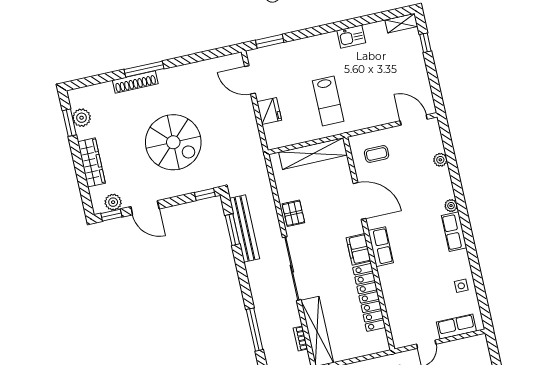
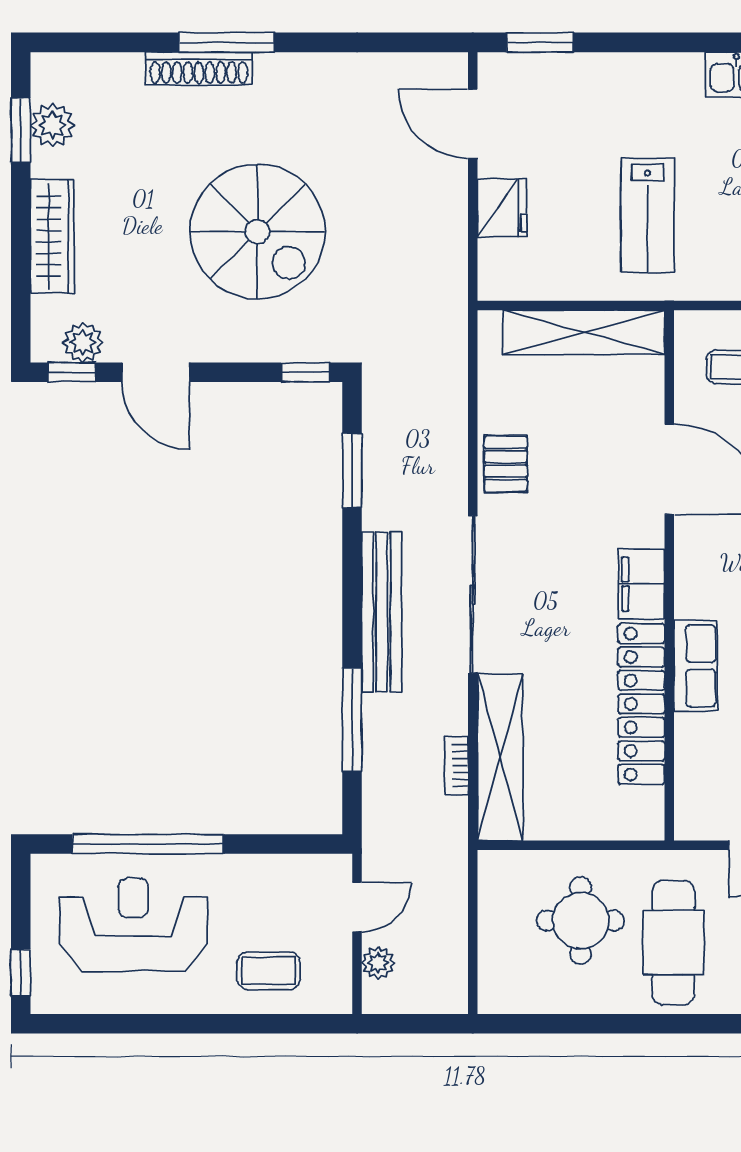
bench: (245, 229) -> (382, 612), moved
row of seats: (381, 247) -> (696, 666), moved

